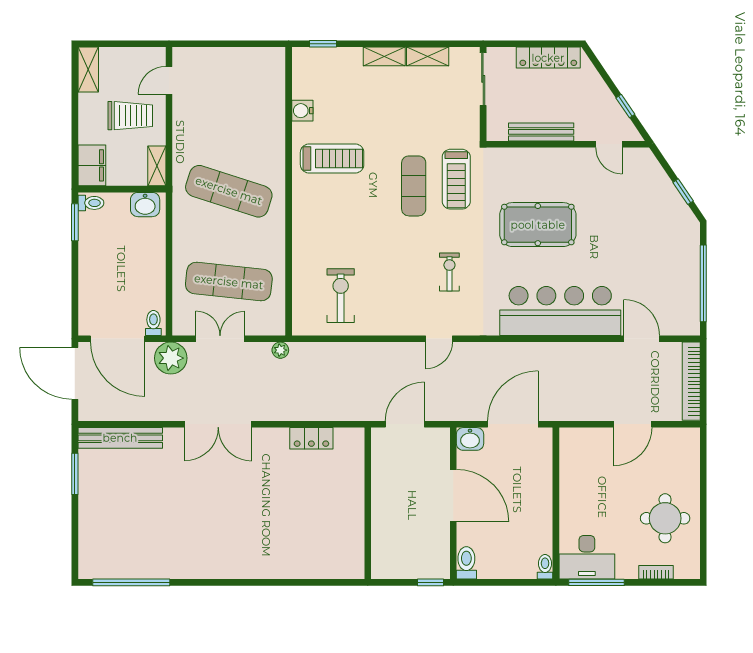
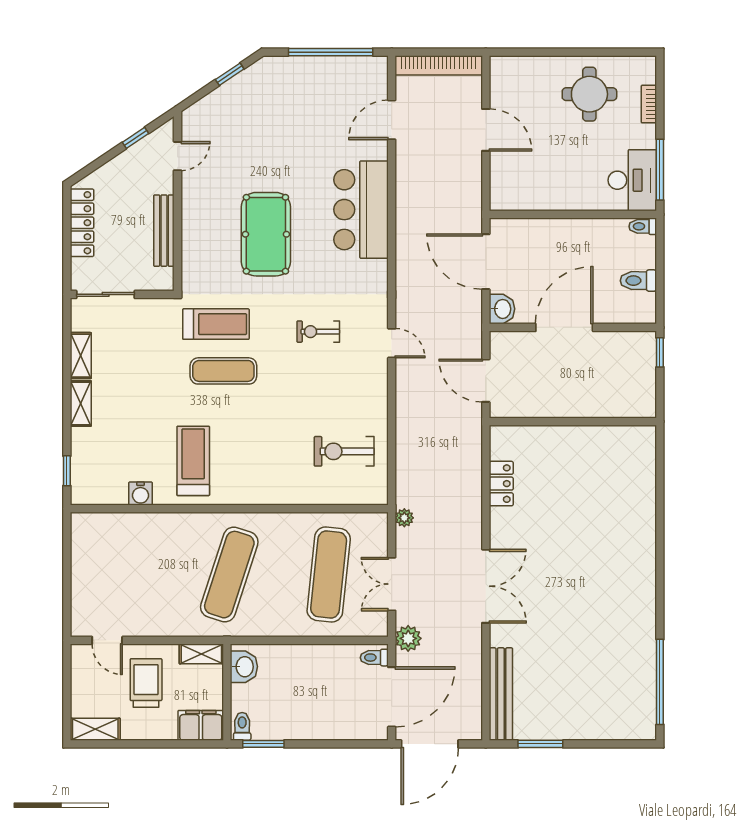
bar counter: (560, 311) -> (361, 210), width x0.73
plant: (171, 358) -> (408, 638), width x0.73, depth x0.73
toilet: (466, 563) -> (638, 281), moved

